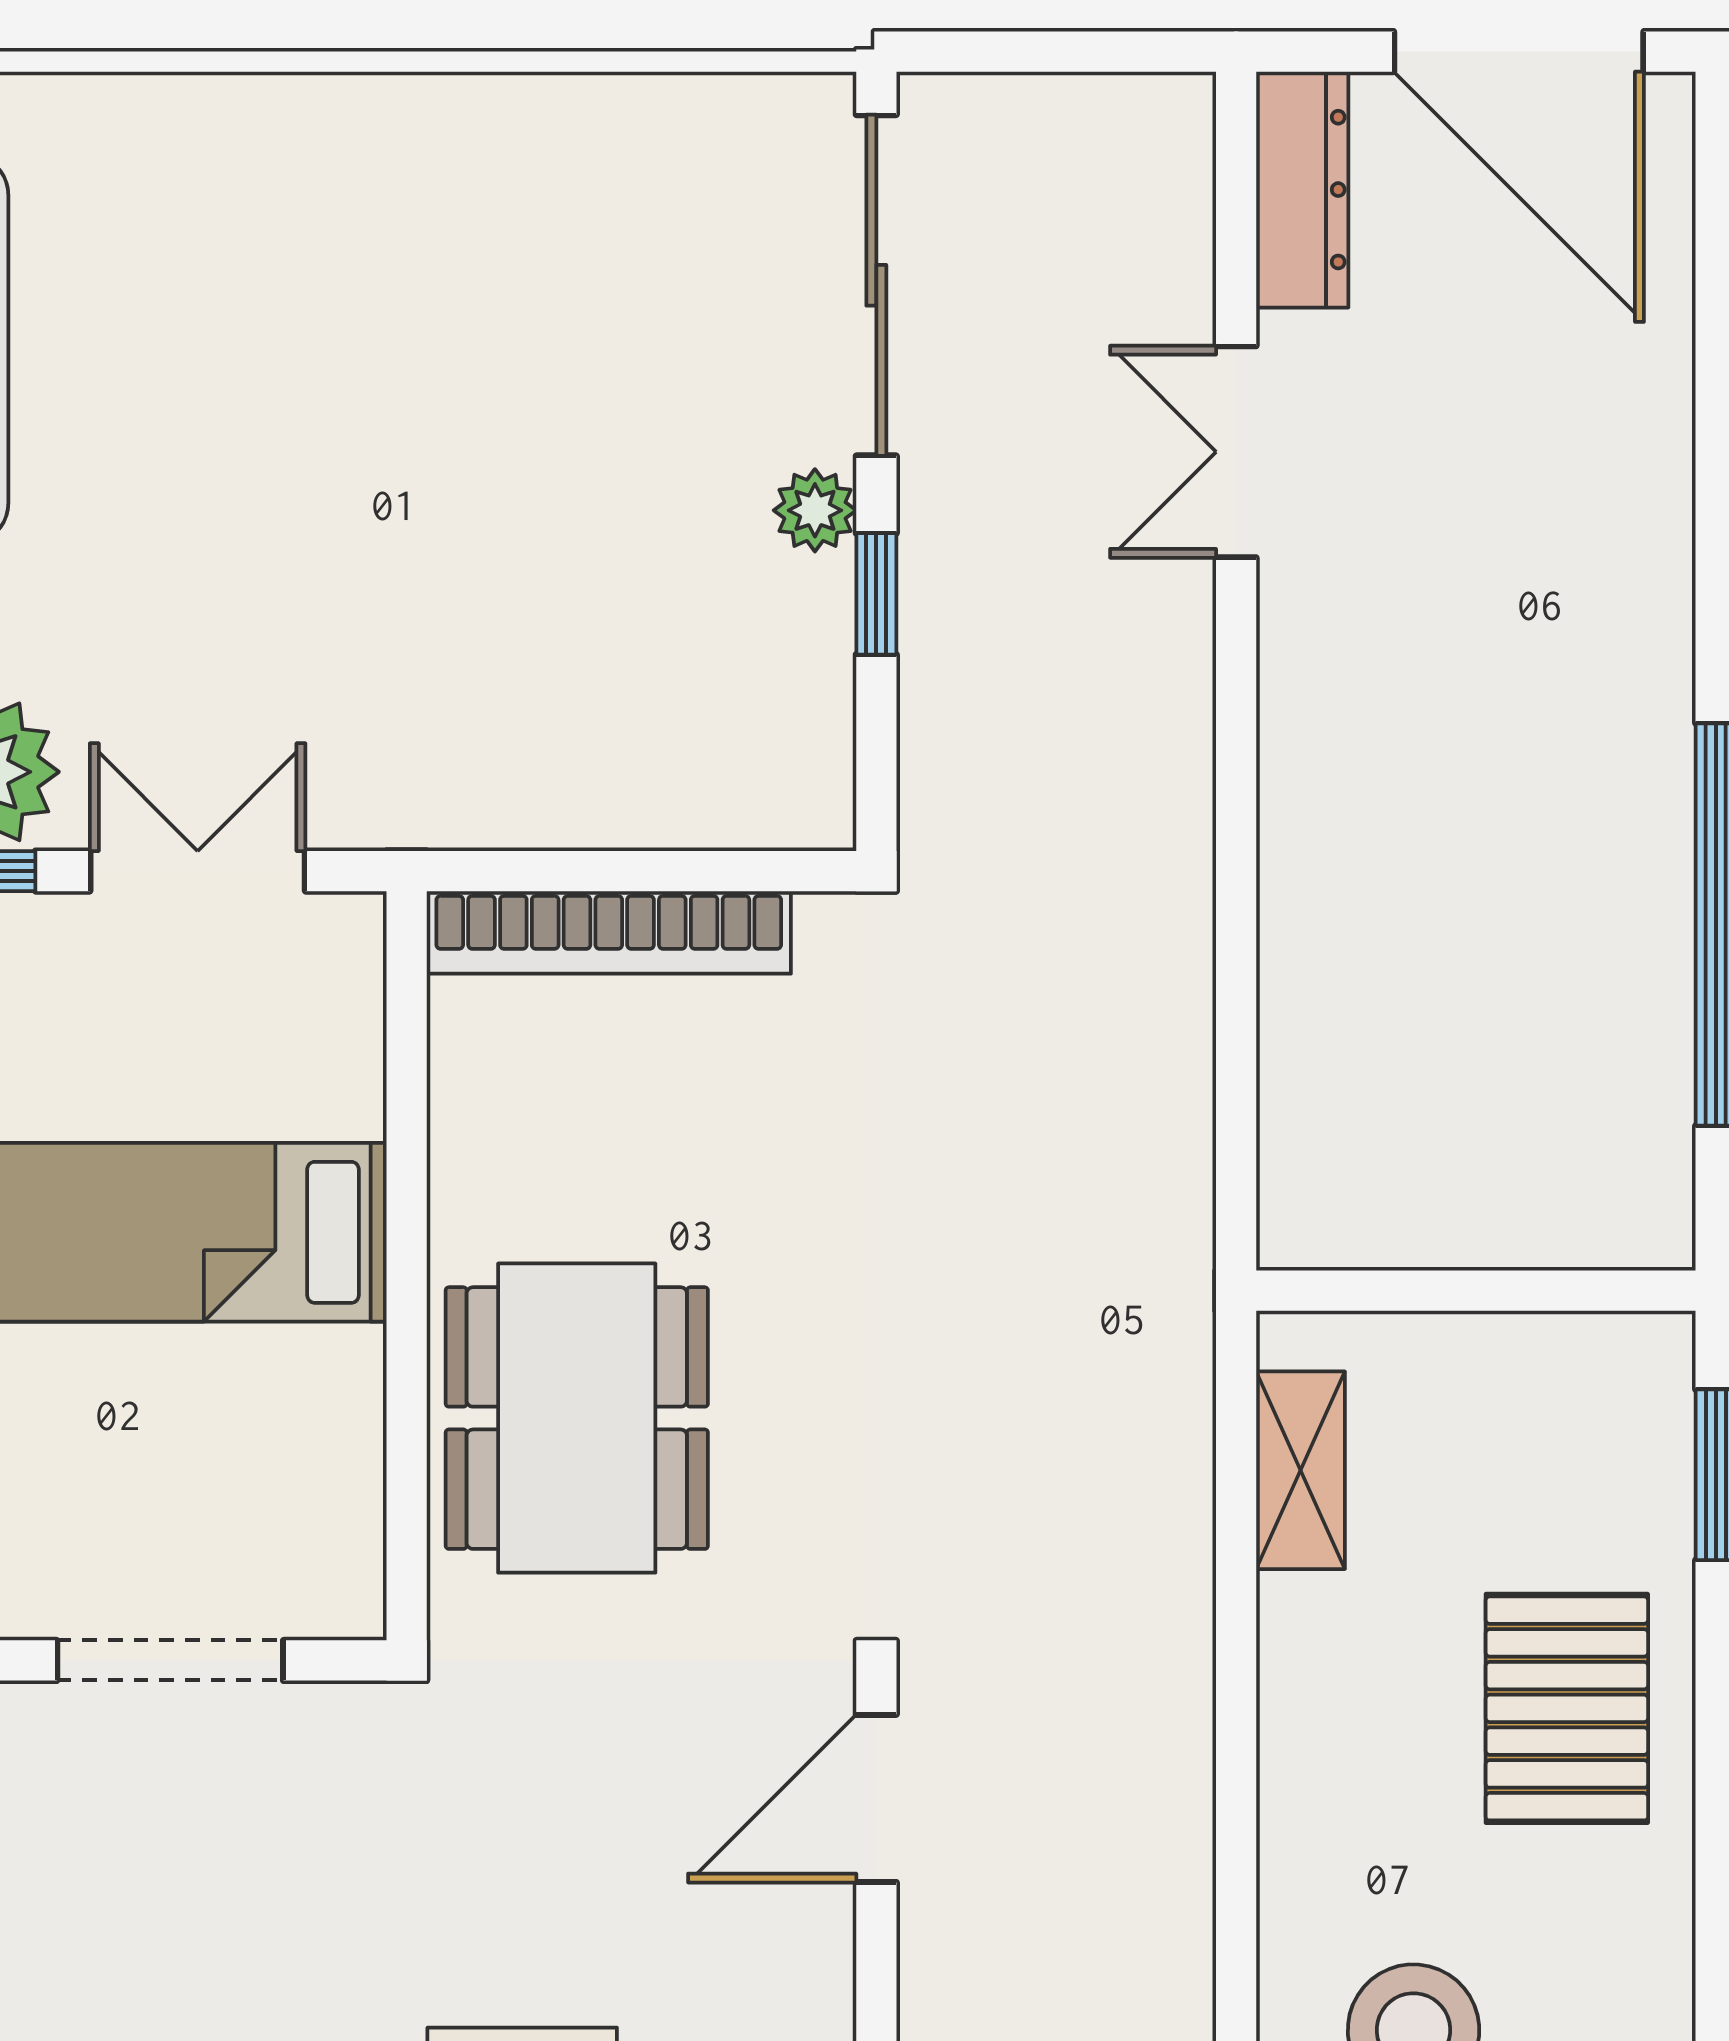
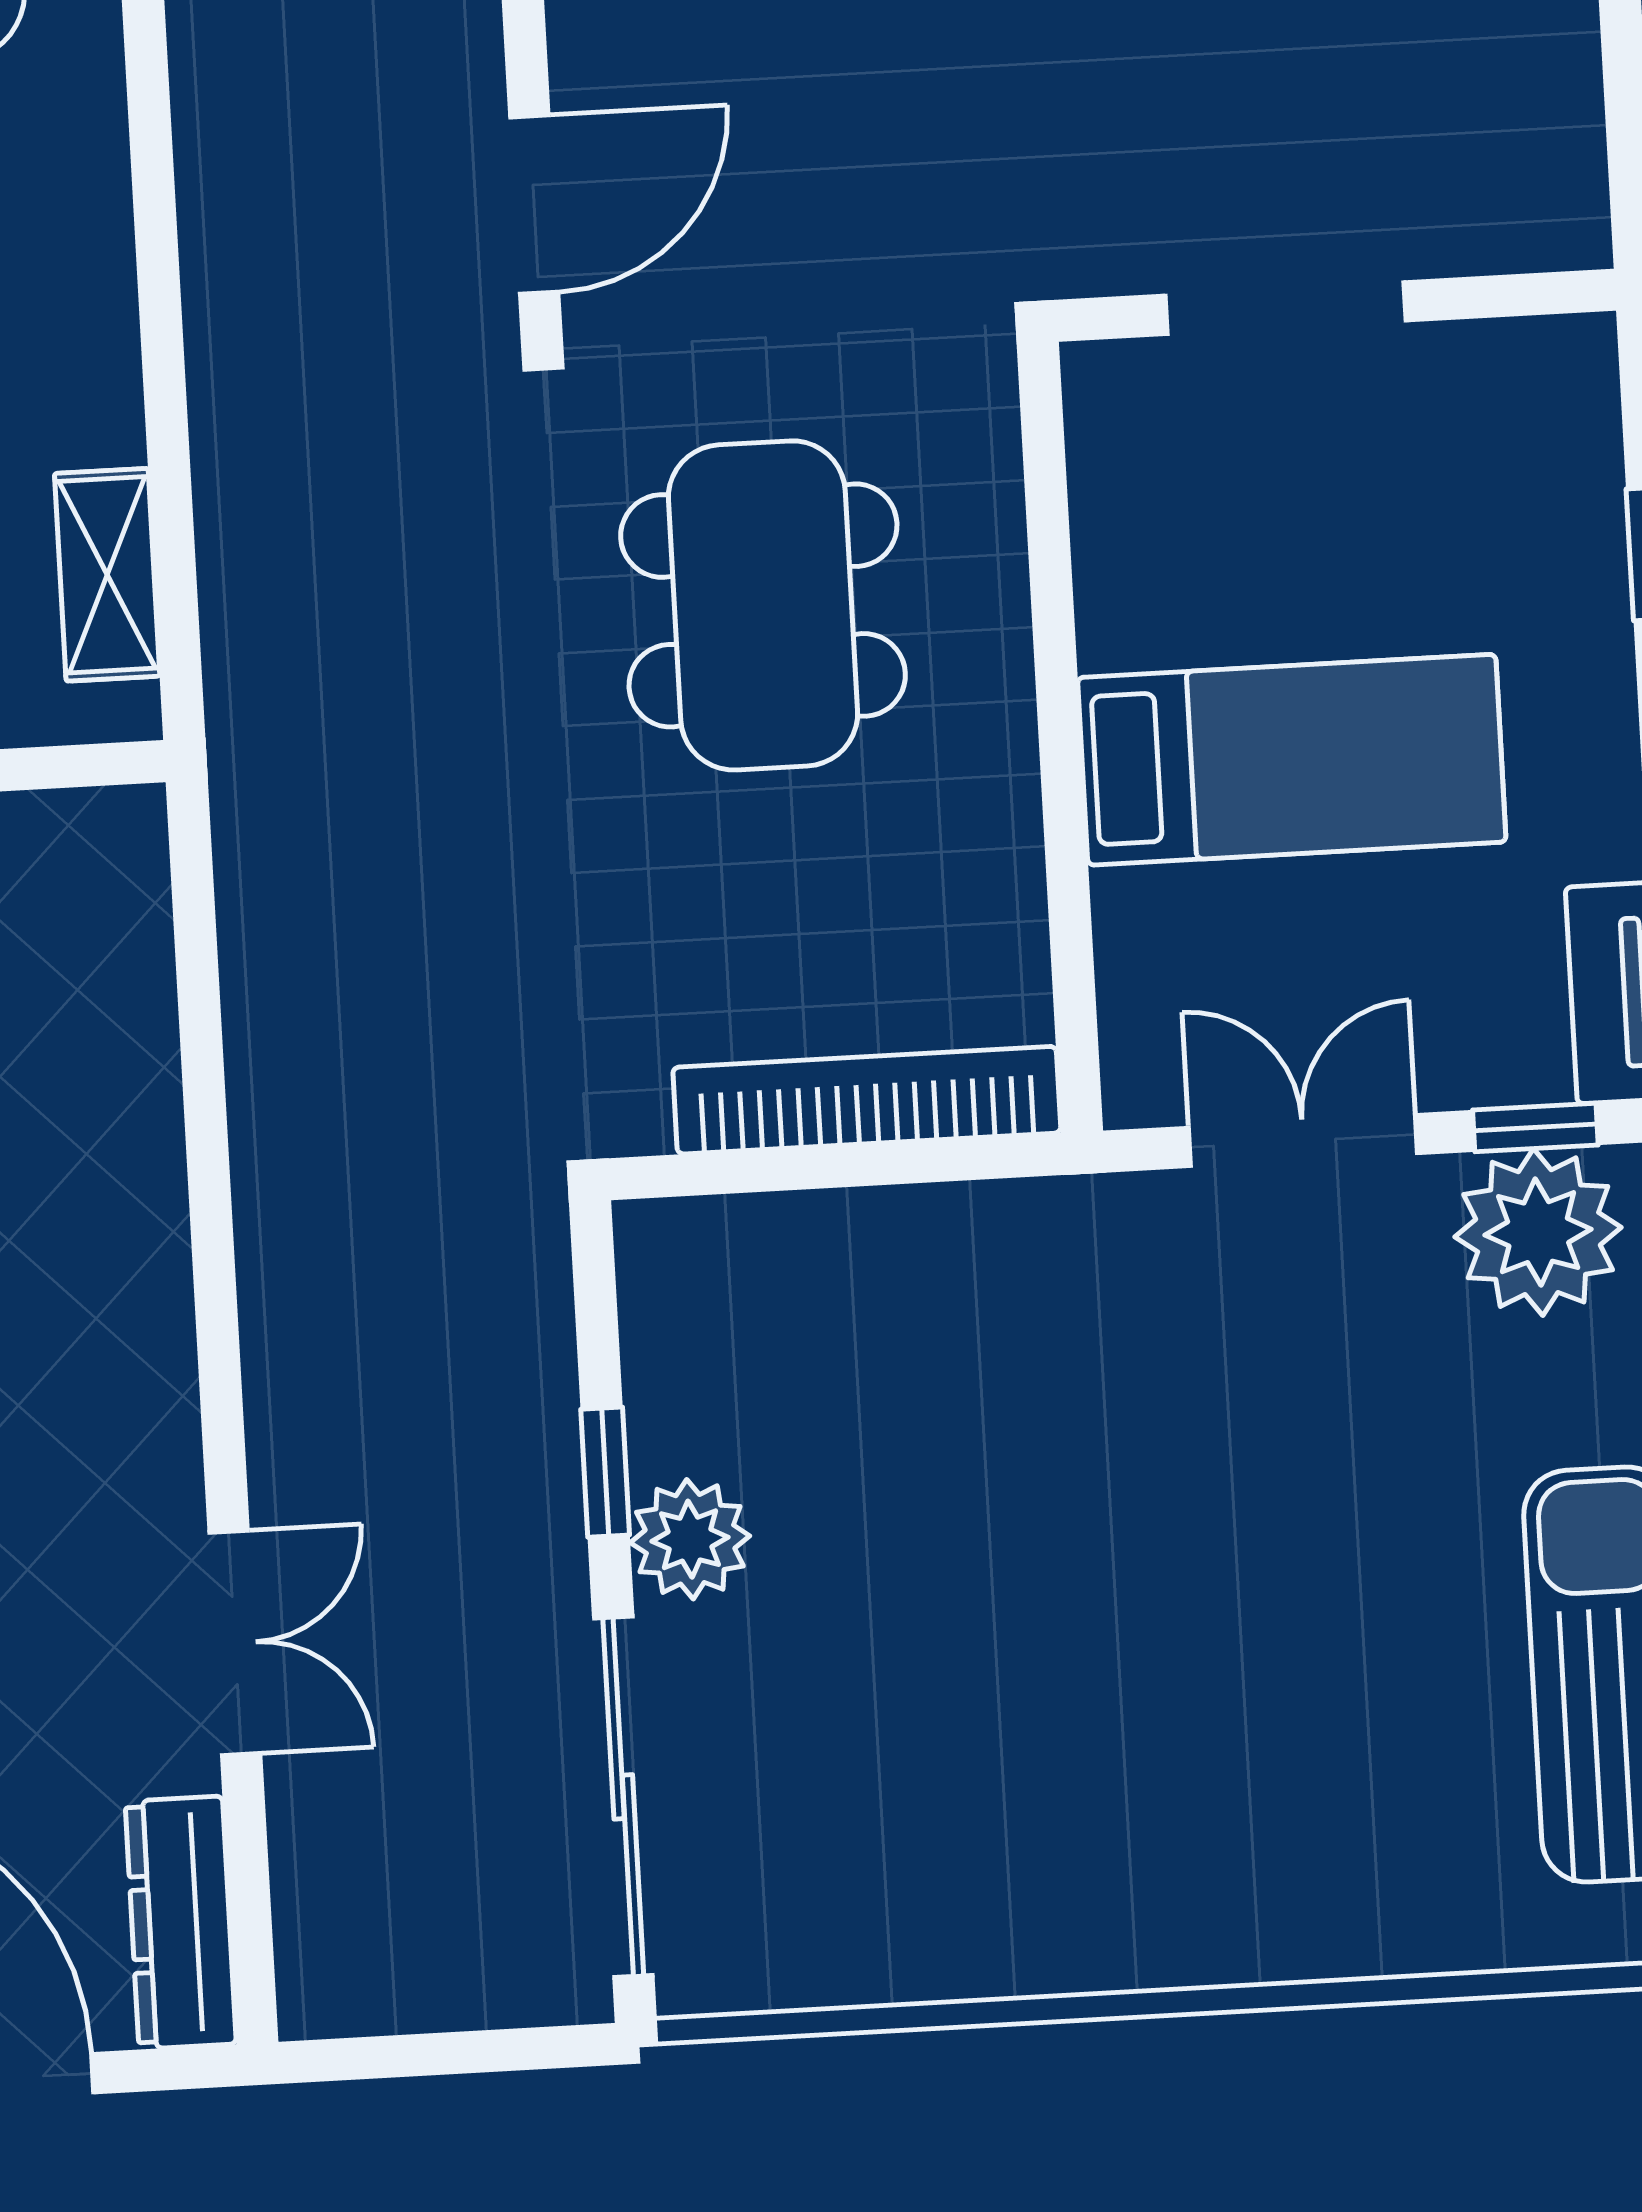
plant: (815, 510) -> (690, 1539), width x1.38, depth x1.38
double door: (198, 871) -> (1303, 1141), swing flipped
dining table: (577, 1418) -> (763, 605), moved

